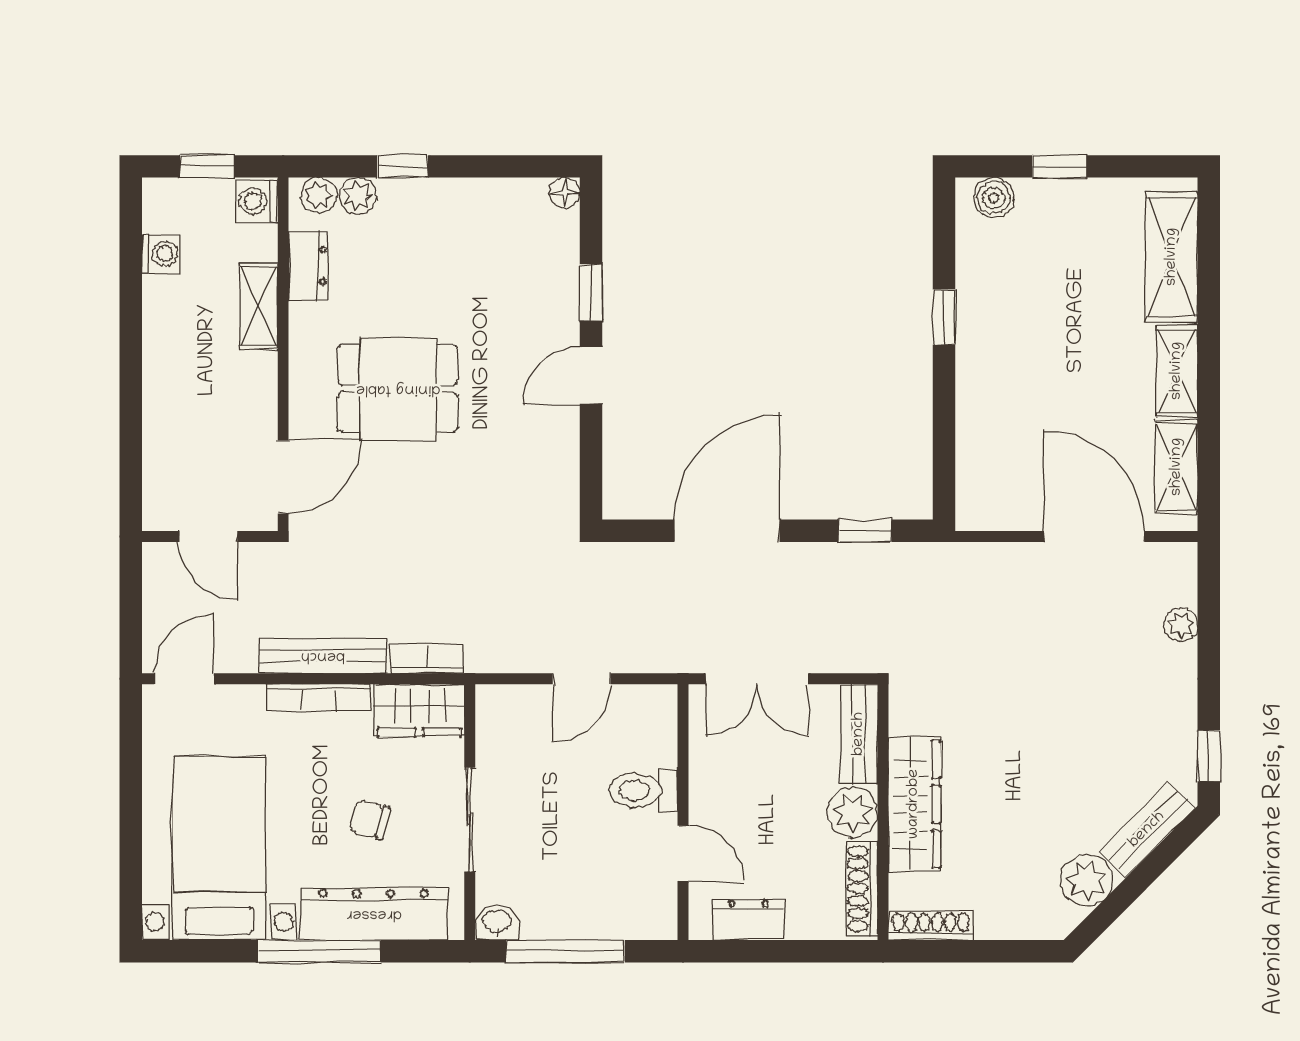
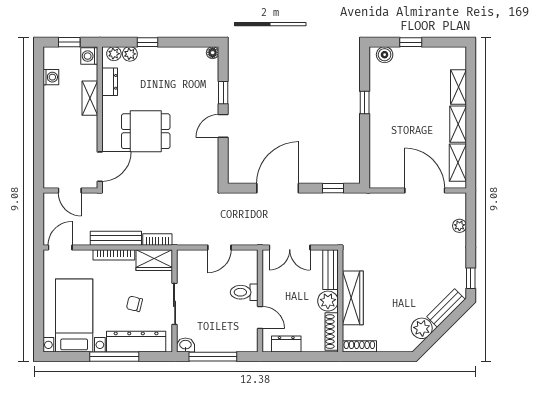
shelving: (1172, 257) -> (458, 87), width x0.67, depth x0.75

